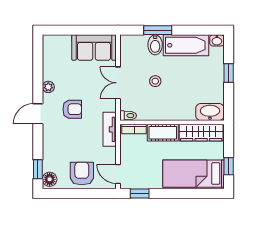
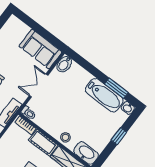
window: (158, 30) -> (117, 88), moved
bidet: (155, 45) -> (64, 64), moved
stool: (155, 81) -> (65, 137), moved

